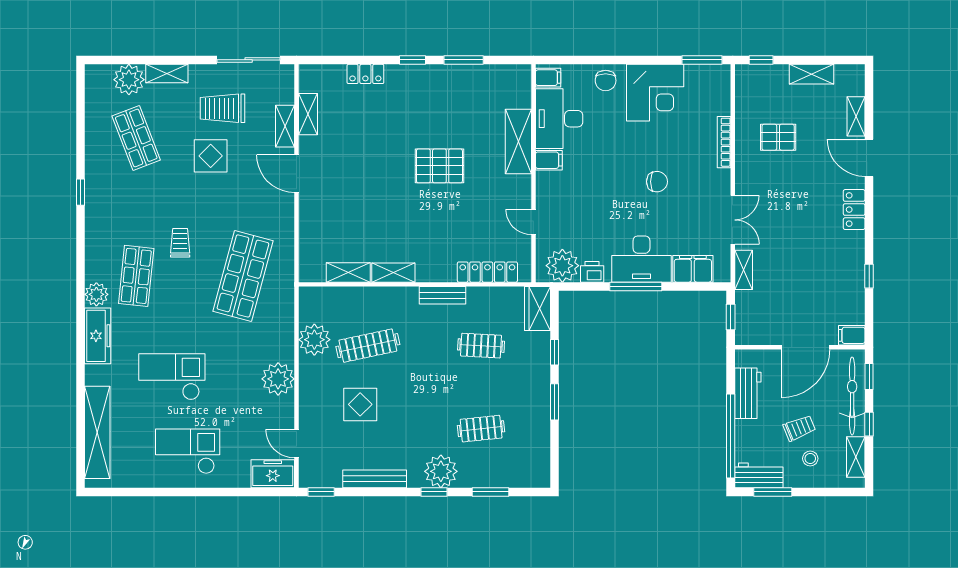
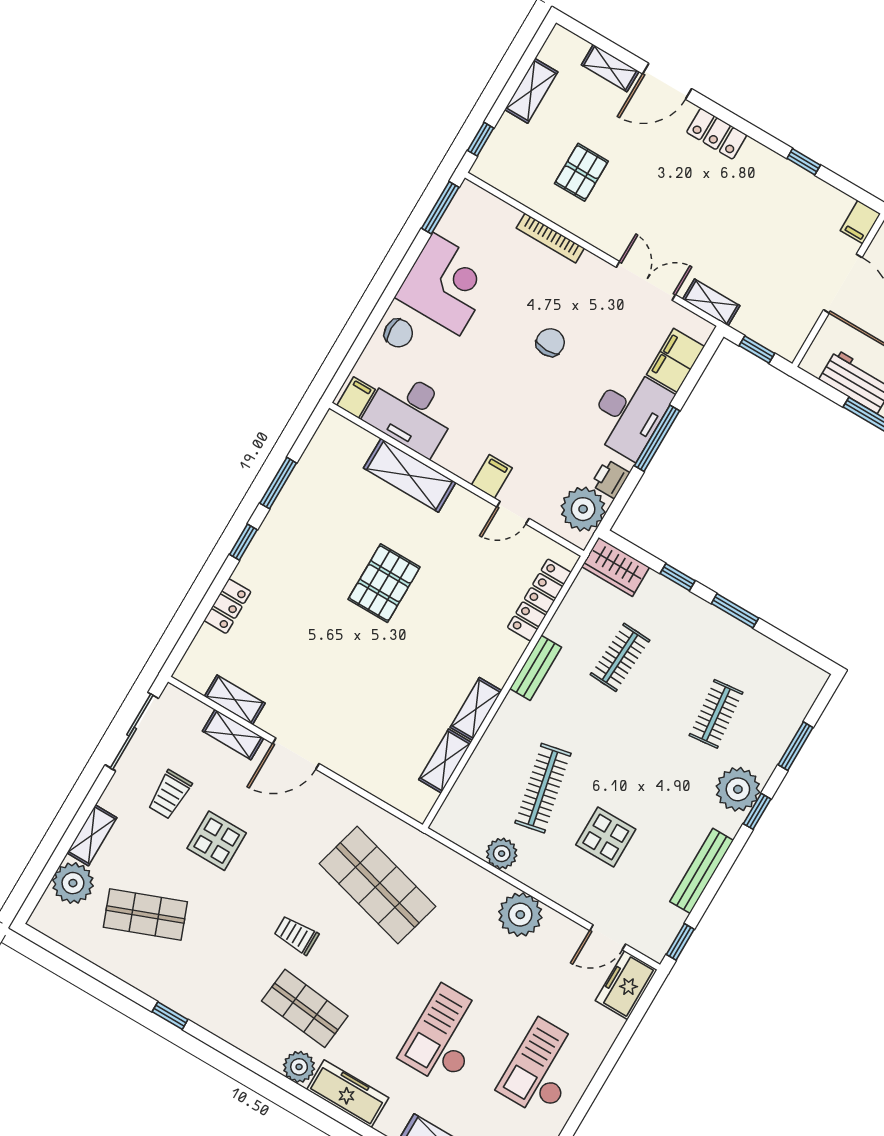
trolley: (222, 108) -> (170, 795), width x0.73, depth x0.72
filing cabinet: (549, 160) -> (492, 476), moved
plant: (314, 340) -> (502, 854), width x0.73, depth x0.73

